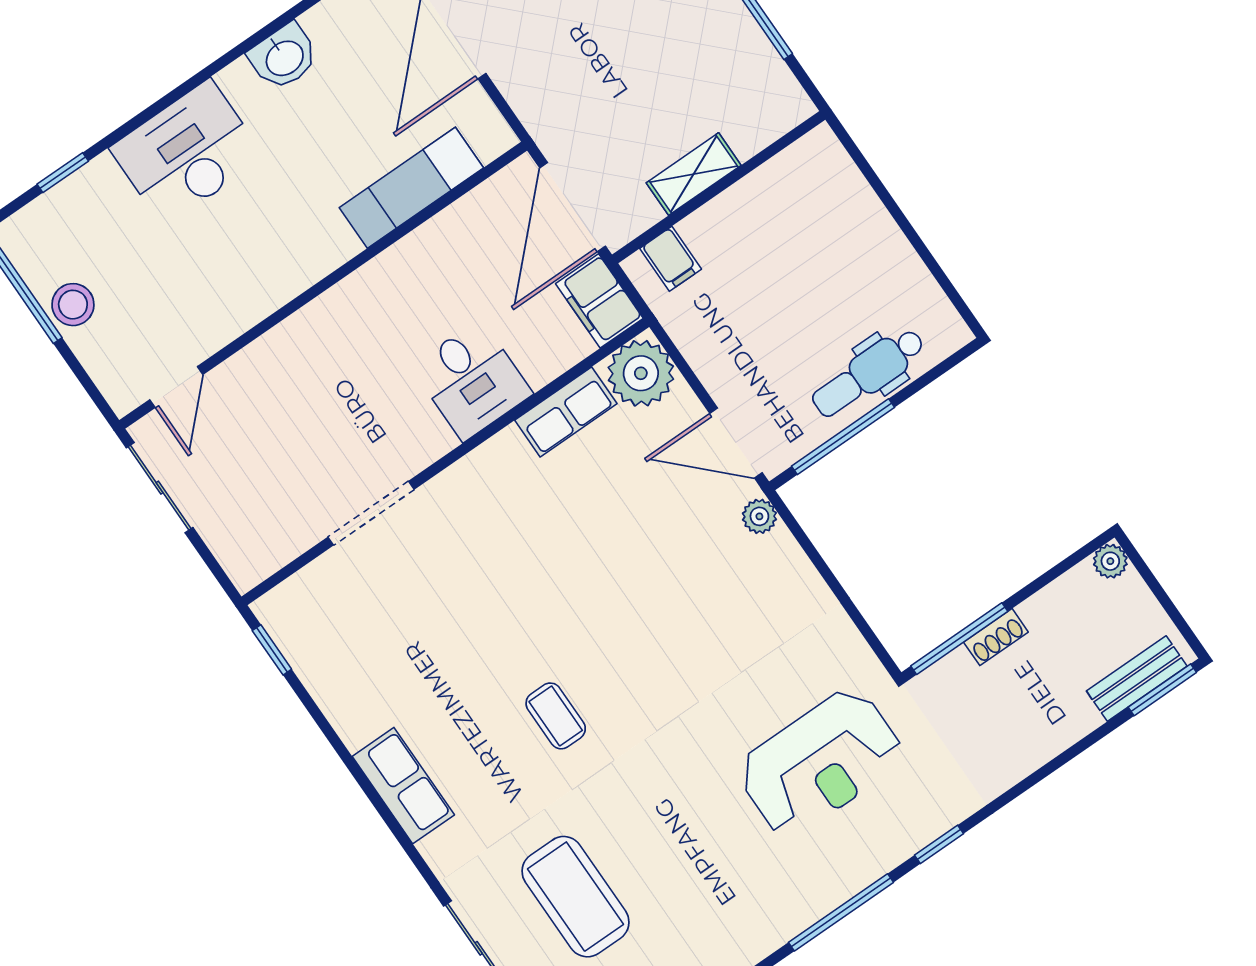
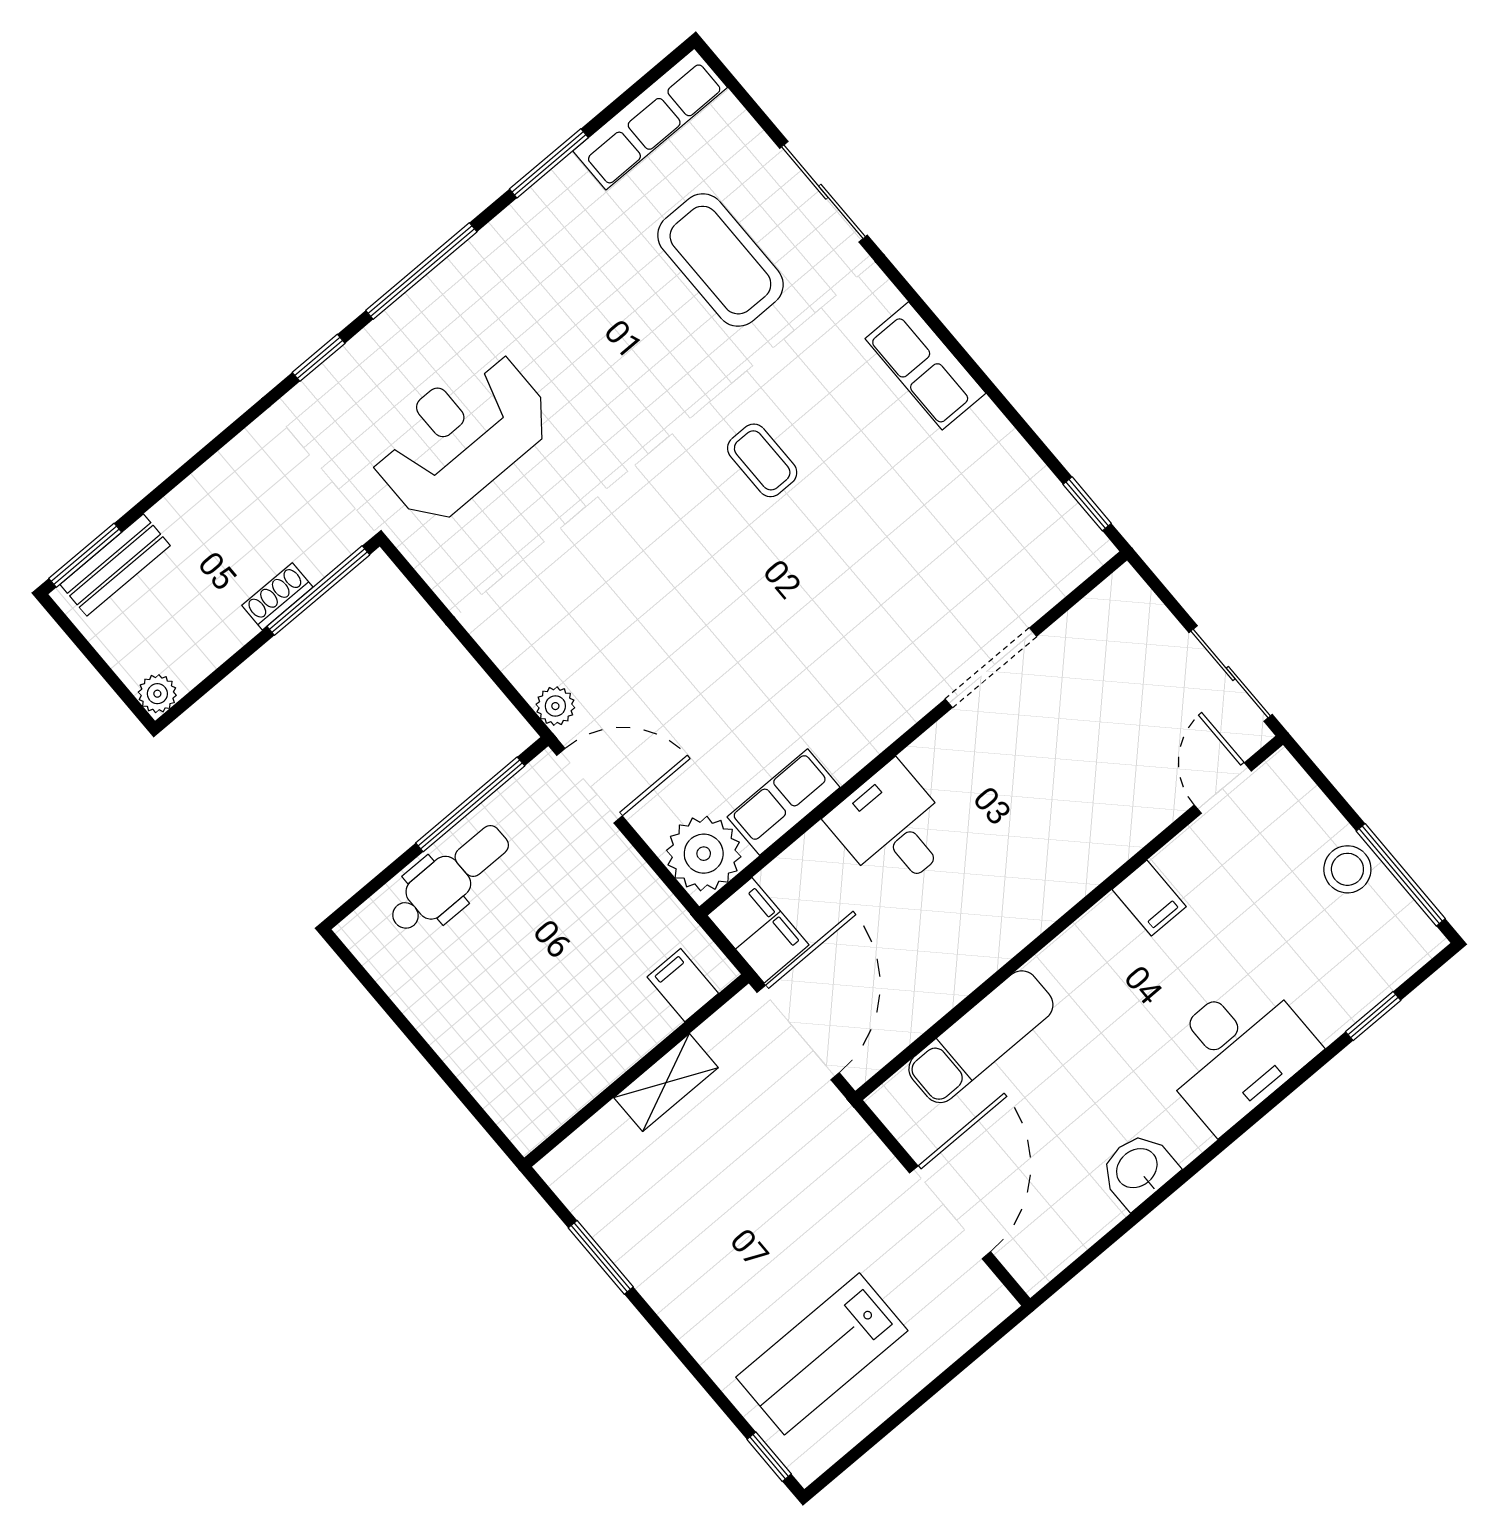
filing cabinet: (251, 296) -> (1149, 898), added

